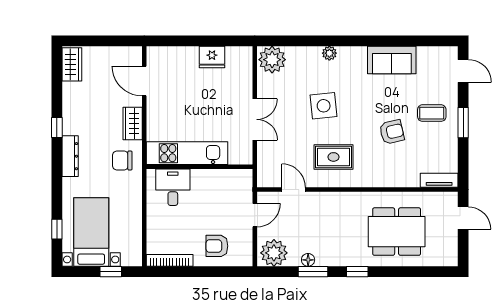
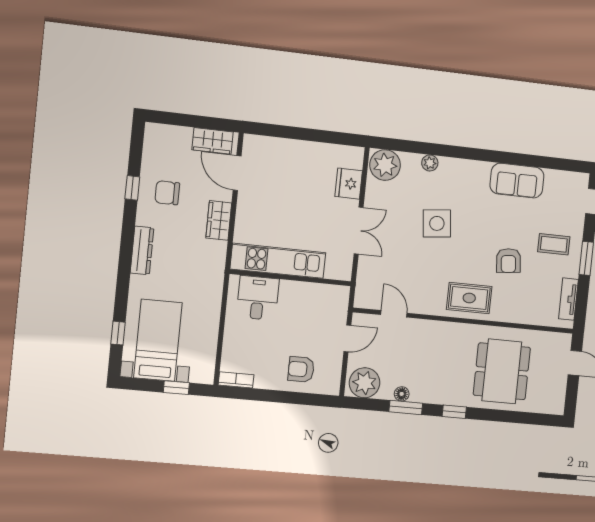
plant: (329, 53) -> (430, 163), moved
fridge: (212, 57) -> (349, 184), moved, turned 90
wardrobe: (72, 64) -> (213, 141), moved, turned 90
window: (57, 128) -> (132, 188), moved
armchair: (392, 132) -> (508, 261), turned 97
rug: (333, 157) -> (469, 298), moved
chair: (122, 161) -> (167, 193), moved
tv unit: (439, 180) -> (568, 299), moved, turned -90
dining table: (397, 232) -> (502, 371), turned 90
bookcase: (170, 260) -> (236, 380), width x0.64

